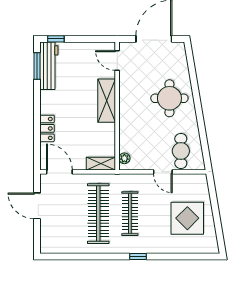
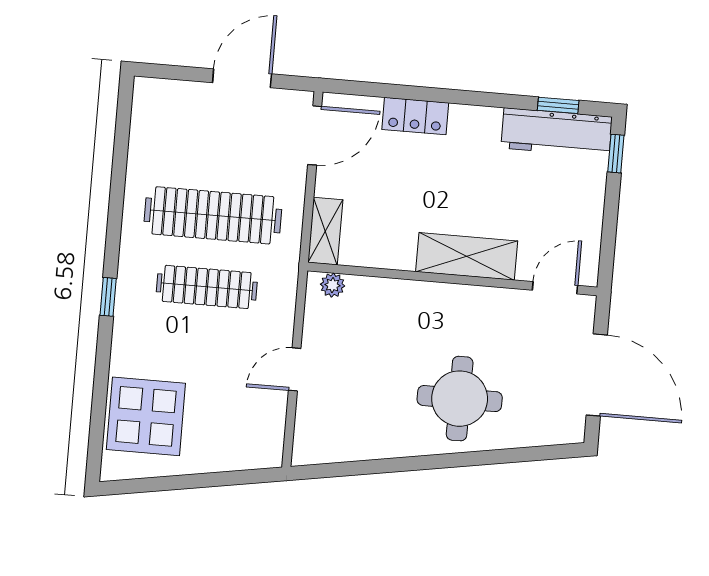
window: (37, 66) -> (558, 105), width x0.67
cafe table: (181, 151) -> (338, 414), removed
display table: (187, 218) -> (146, 416), moved

